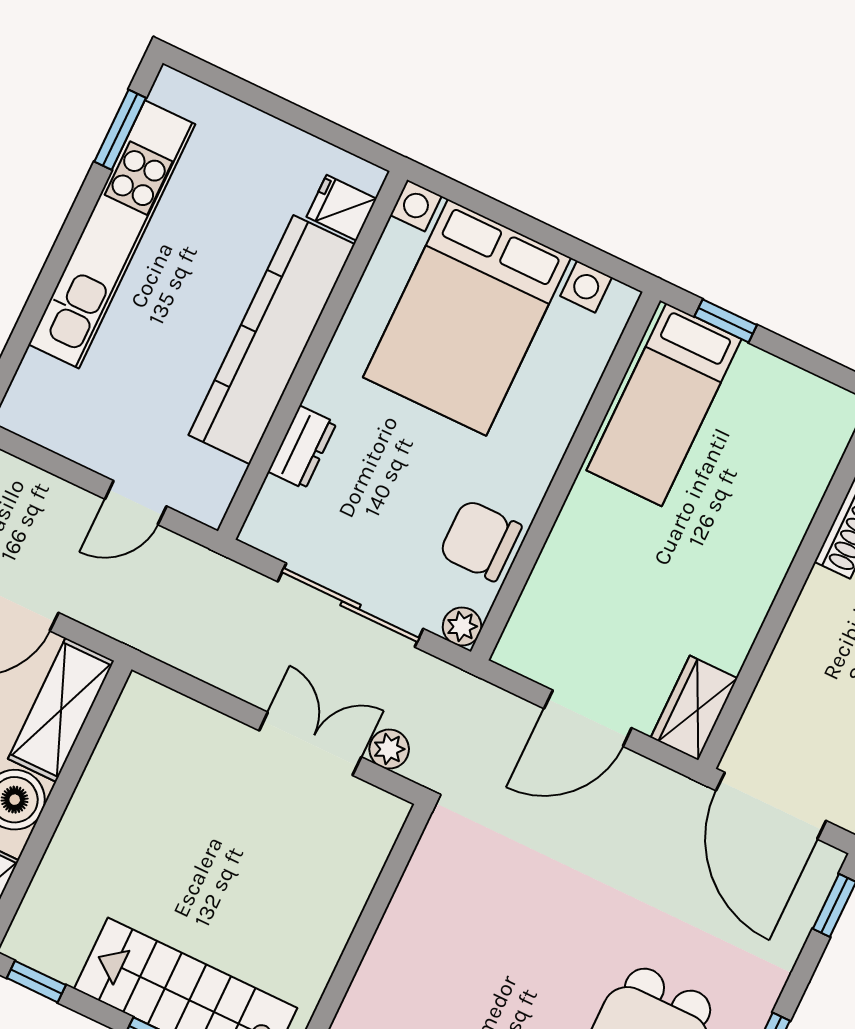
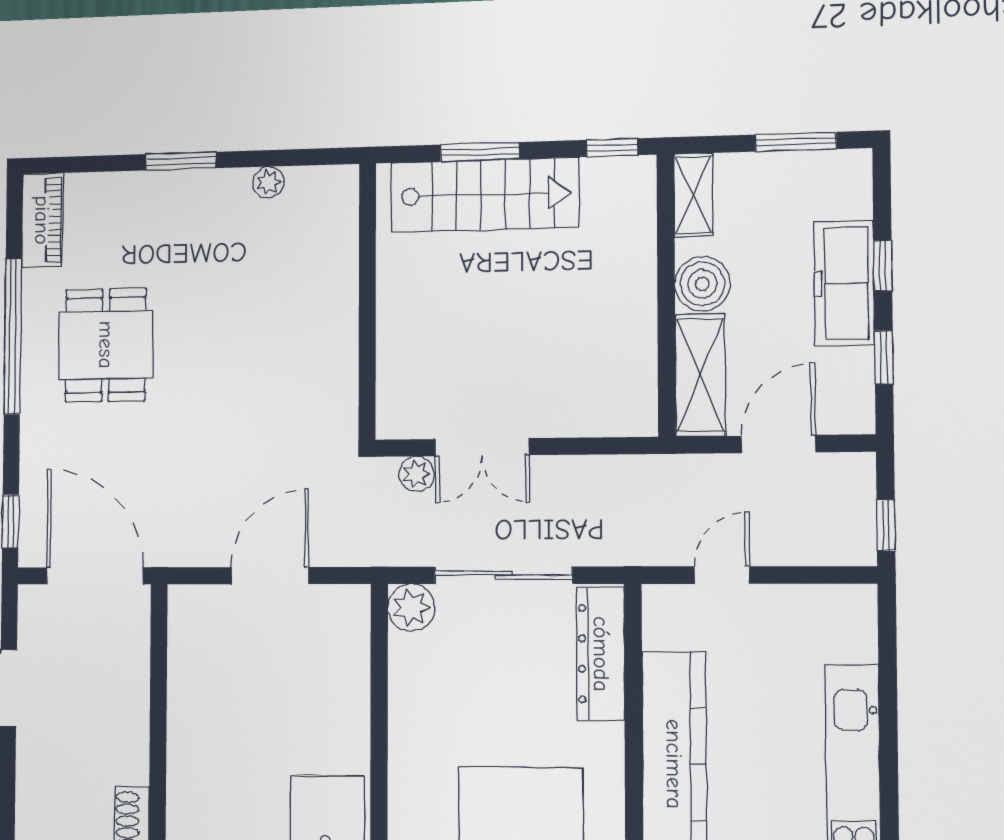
dresser: (302, 447) -> (601, 654), width x1.96, depth x1.24
chair: (480, 540) -> (423, 678), removed
plant: (462, 627) -> (411, 608), width x1.38, depth x1.38
wardrobe: (694, 708) -> (190, 624), removed

